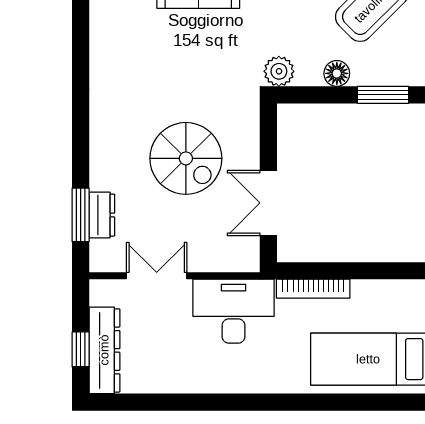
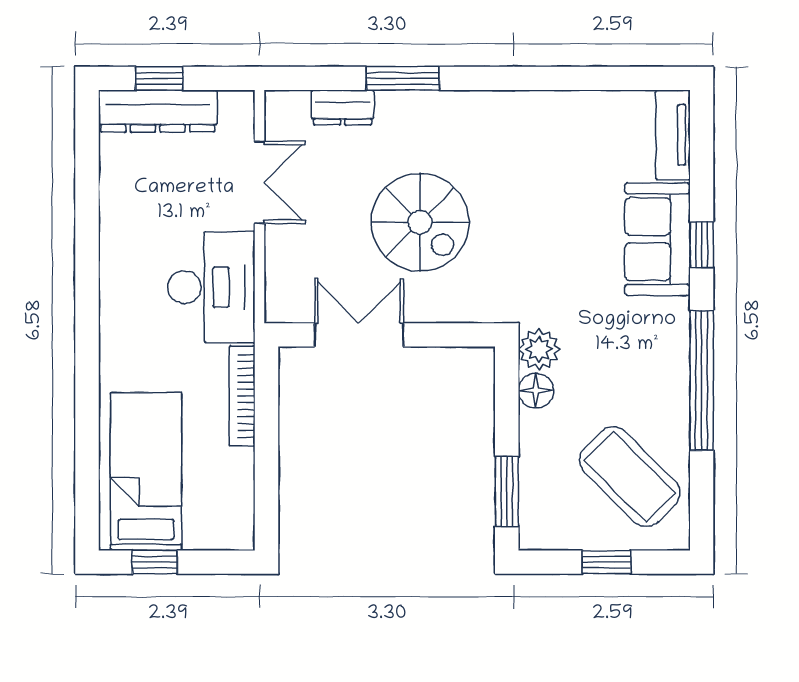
floor lamp: (337, 73) -> (536, 391), moved
spiral stairs: (186, 158) -> (420, 222), turned -90
window: (81, 215) -> (403, 78), moved

